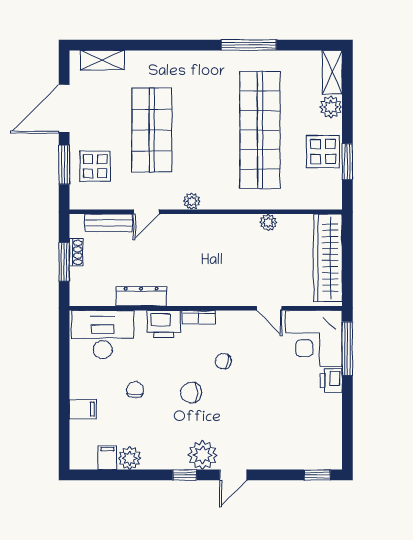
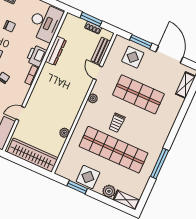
trolley: (214, 144) -> (117, 123), added

